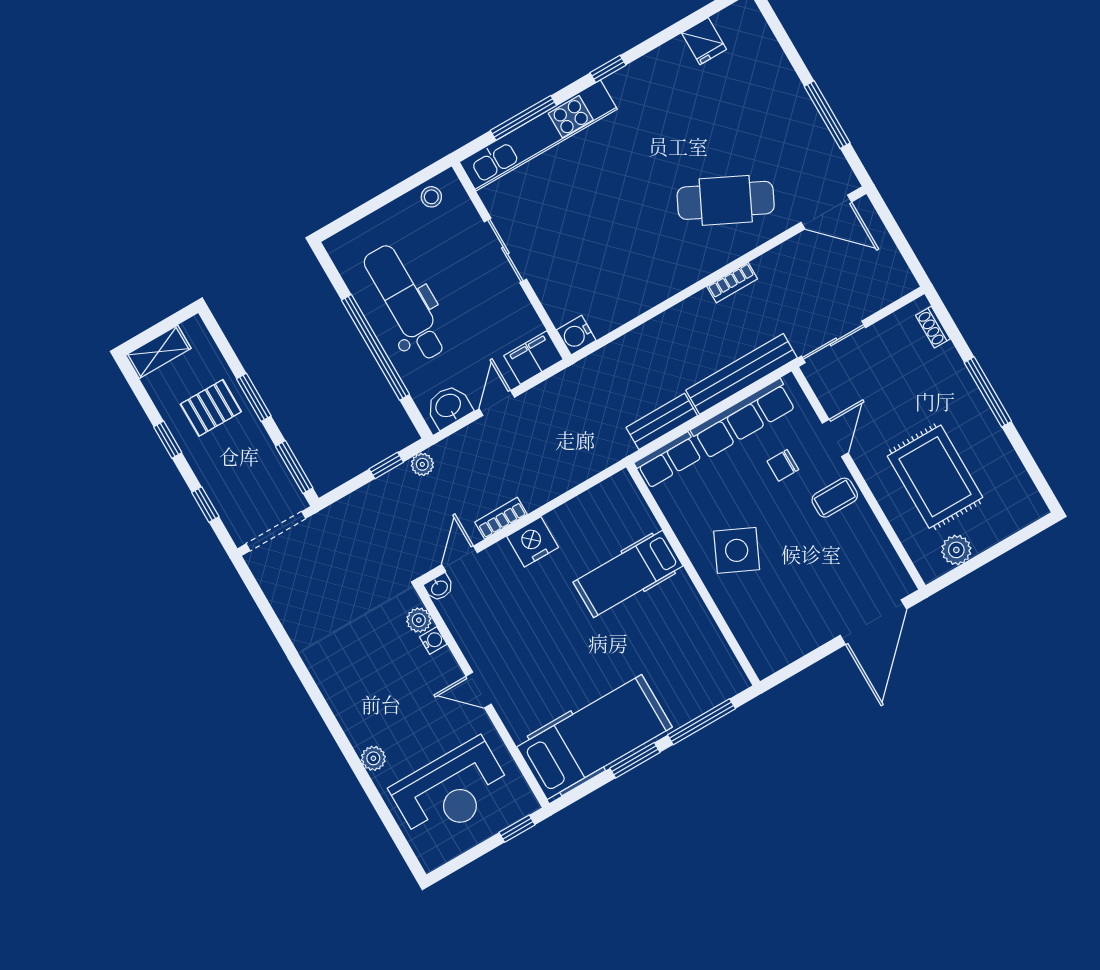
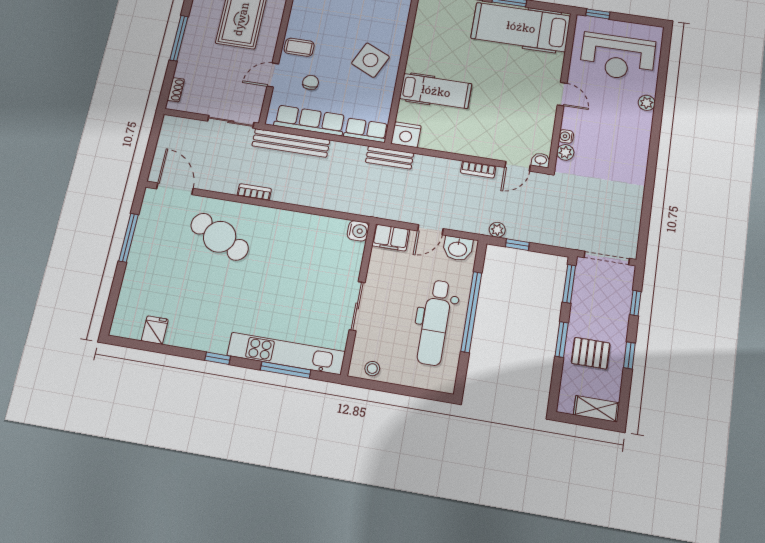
bench: (662, 421) -> (390, 158), moved
chair: (783, 465) -> (311, 82), turned -90
nightstand: (533, 542) -> (406, 135), moved
reception desk: (451, 791) -> (618, 57), turned 180

